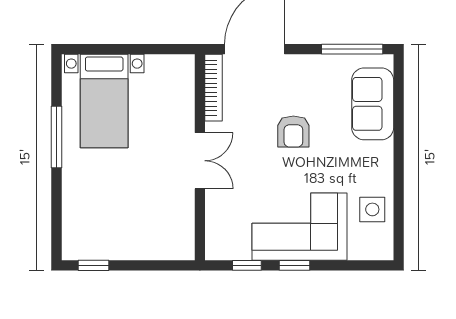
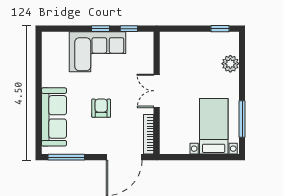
sofa: (373, 104) -> (54, 117), width x1.36
window: (56, 137) -> (242, 119), moved
plant: (76, 206) -> (230, 64), added
side table: (372, 209) -> (54, 62), removed

